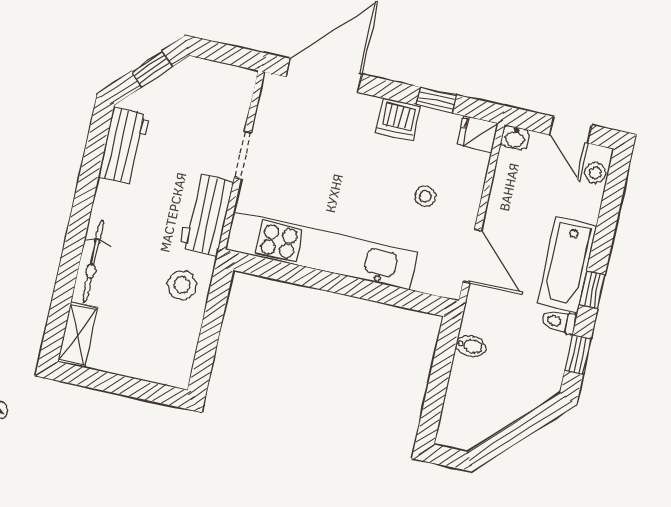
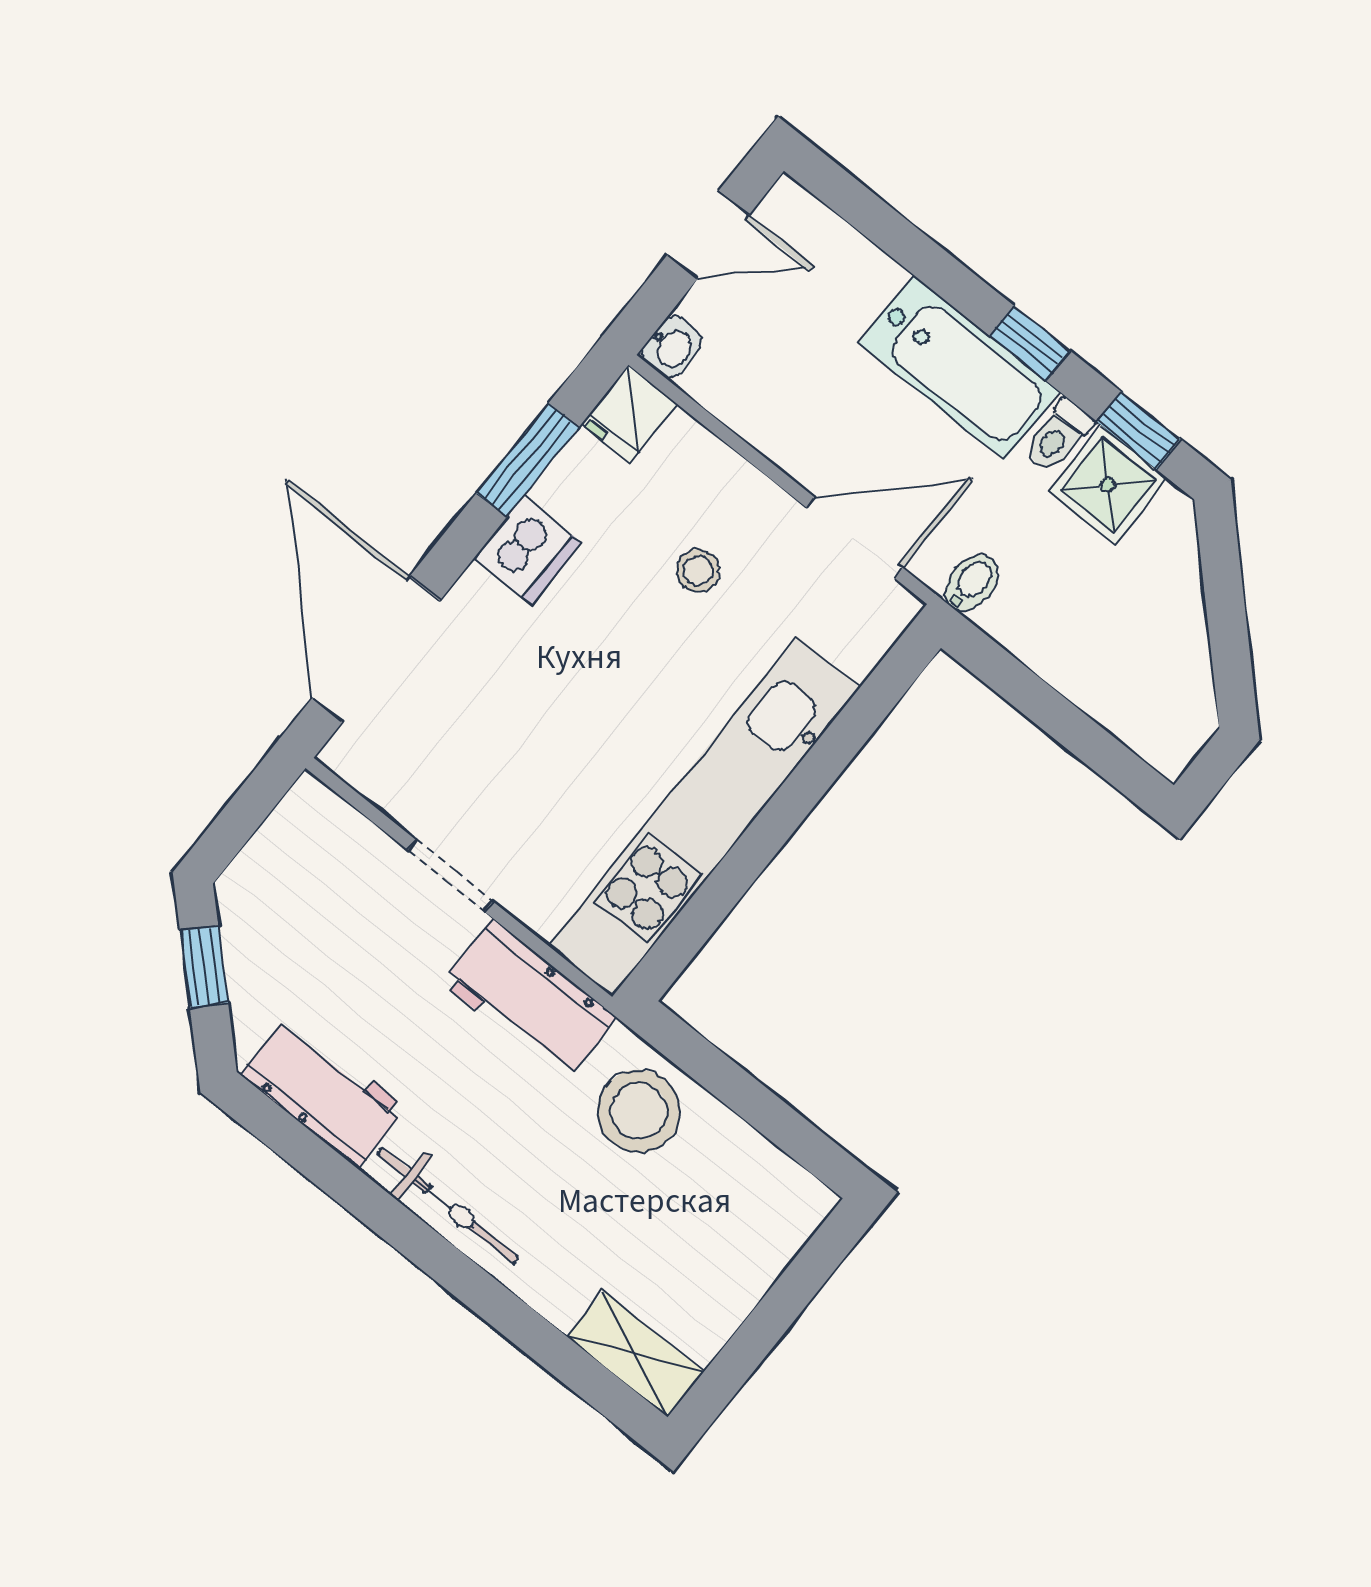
window: (436, 100) -> (528, 460), width x1.50
stool: (595, 173) -> (812, 229), removed
bicycle: (93, 261) -> (448, 1205), moved
stool: (182, 285) -> (639, 1111), width x1.38, depth x1.38
bidet: (471, 346) -> (972, 583), moved
shower: (548, 353) -> (1108, 485), added

